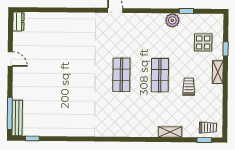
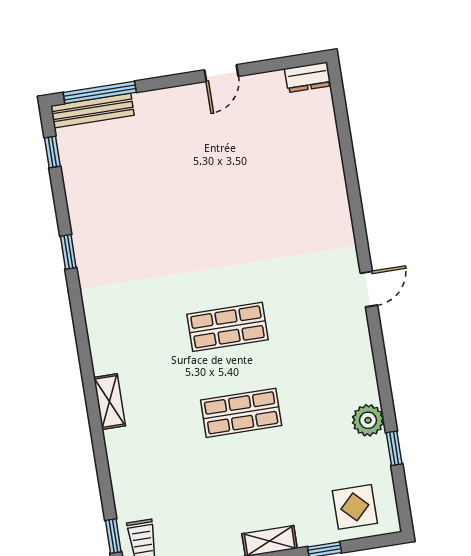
display table: (203, 42) -> (355, 507), moved
trolley: (189, 87) -> (226, 482), removed
shelving: (170, 132) -> (110, 402), moved
window: (77, 139) -> (68, 252), added

